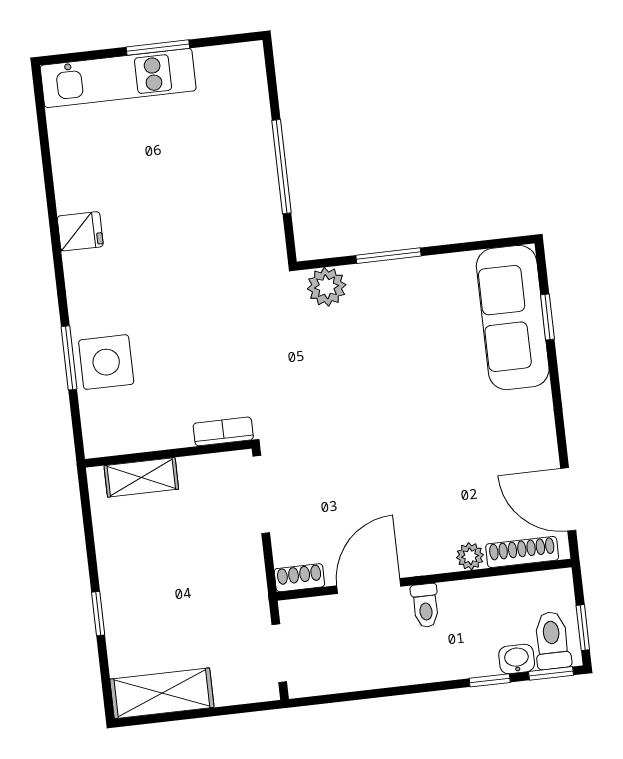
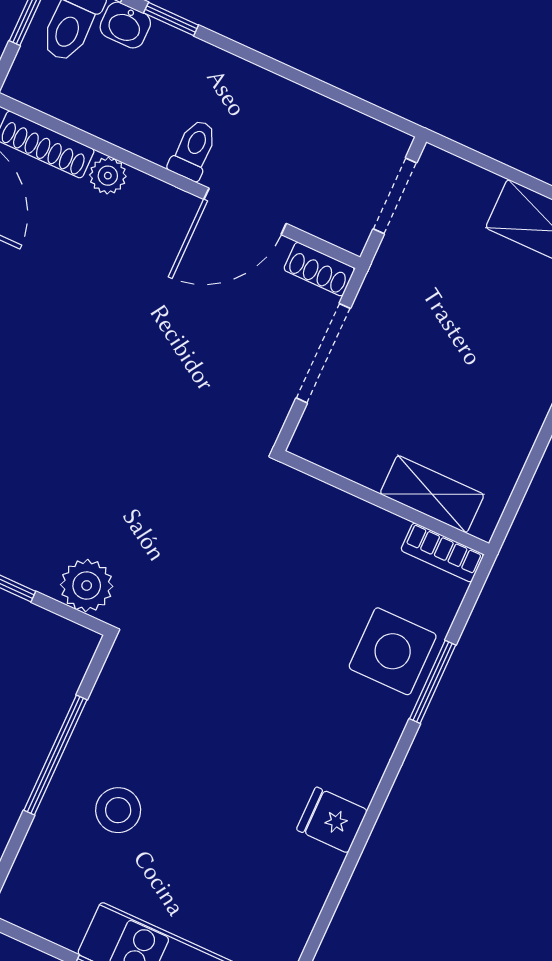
stool: (220, 156) -> (118, 810), added
bookcase: (223, 431) -> (442, 552), moved
doorway: (261, 495) -> (323, 353), moved

